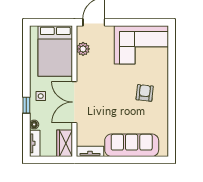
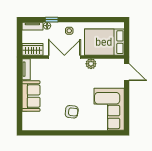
plant: (83, 49) -> (91, 64), moved
window: (26, 105) -> (52, 20), moved
sofa: (132, 145) -> (31, 96), width x0.73

